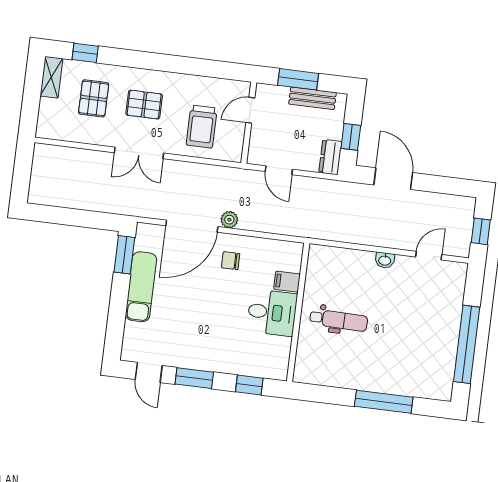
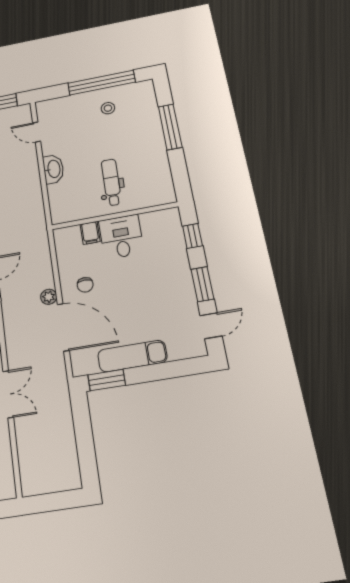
washbasin: (385, 260) -> (53, 169), width x1.91, depth x1.45
stool: (431, 342) -> (108, 108), added

